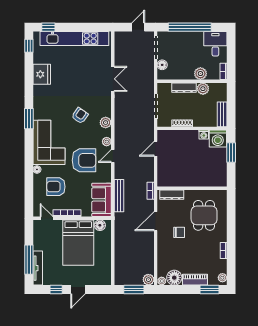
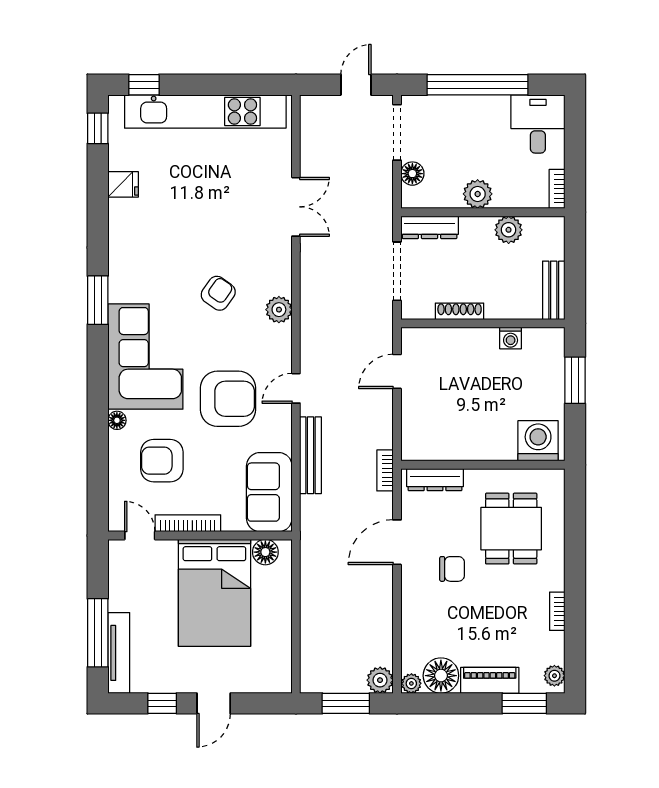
fridge: (42, 74) -> (123, 184), width x0.53, depth x0.75
plant: (200, 74) -> (478, 194), moved
dresser: (184, 88) -> (430, 227), moved
washing machine: (218, 138) -> (538, 441), moved, turned 180
plant: (107, 142) -> (281, 354), removed
bench: (119, 196) -> (311, 455), moved

